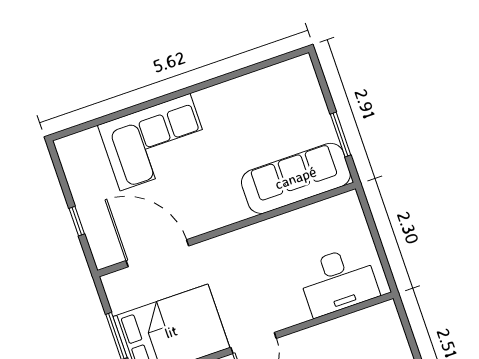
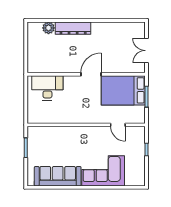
sofa: (296, 178) -> (58, 176), moved, turned 180
door: (157, 253) -> (118, 125), width x0.53

